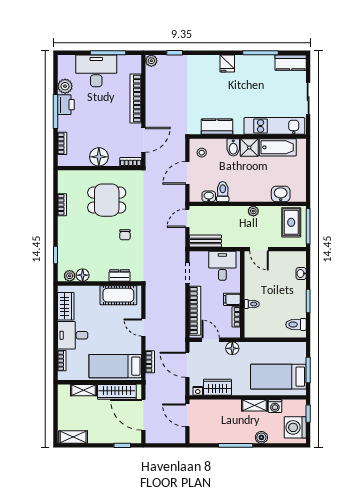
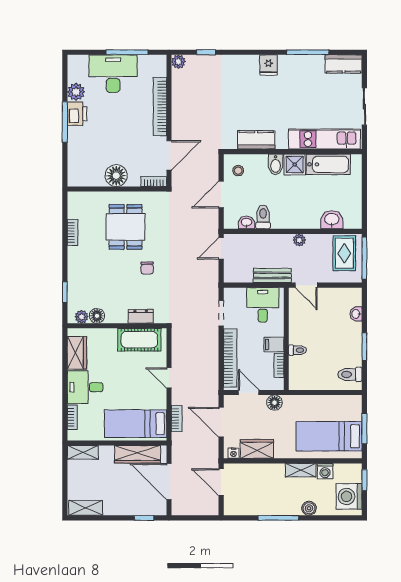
bookcase: (62, 143) -> (73, 160), removed
dining table: (107, 200) -> (125, 227), turned 90
bench: (205, 241) -> (272, 275), moved
shelving: (83, 390) -> (83, 452), moved

